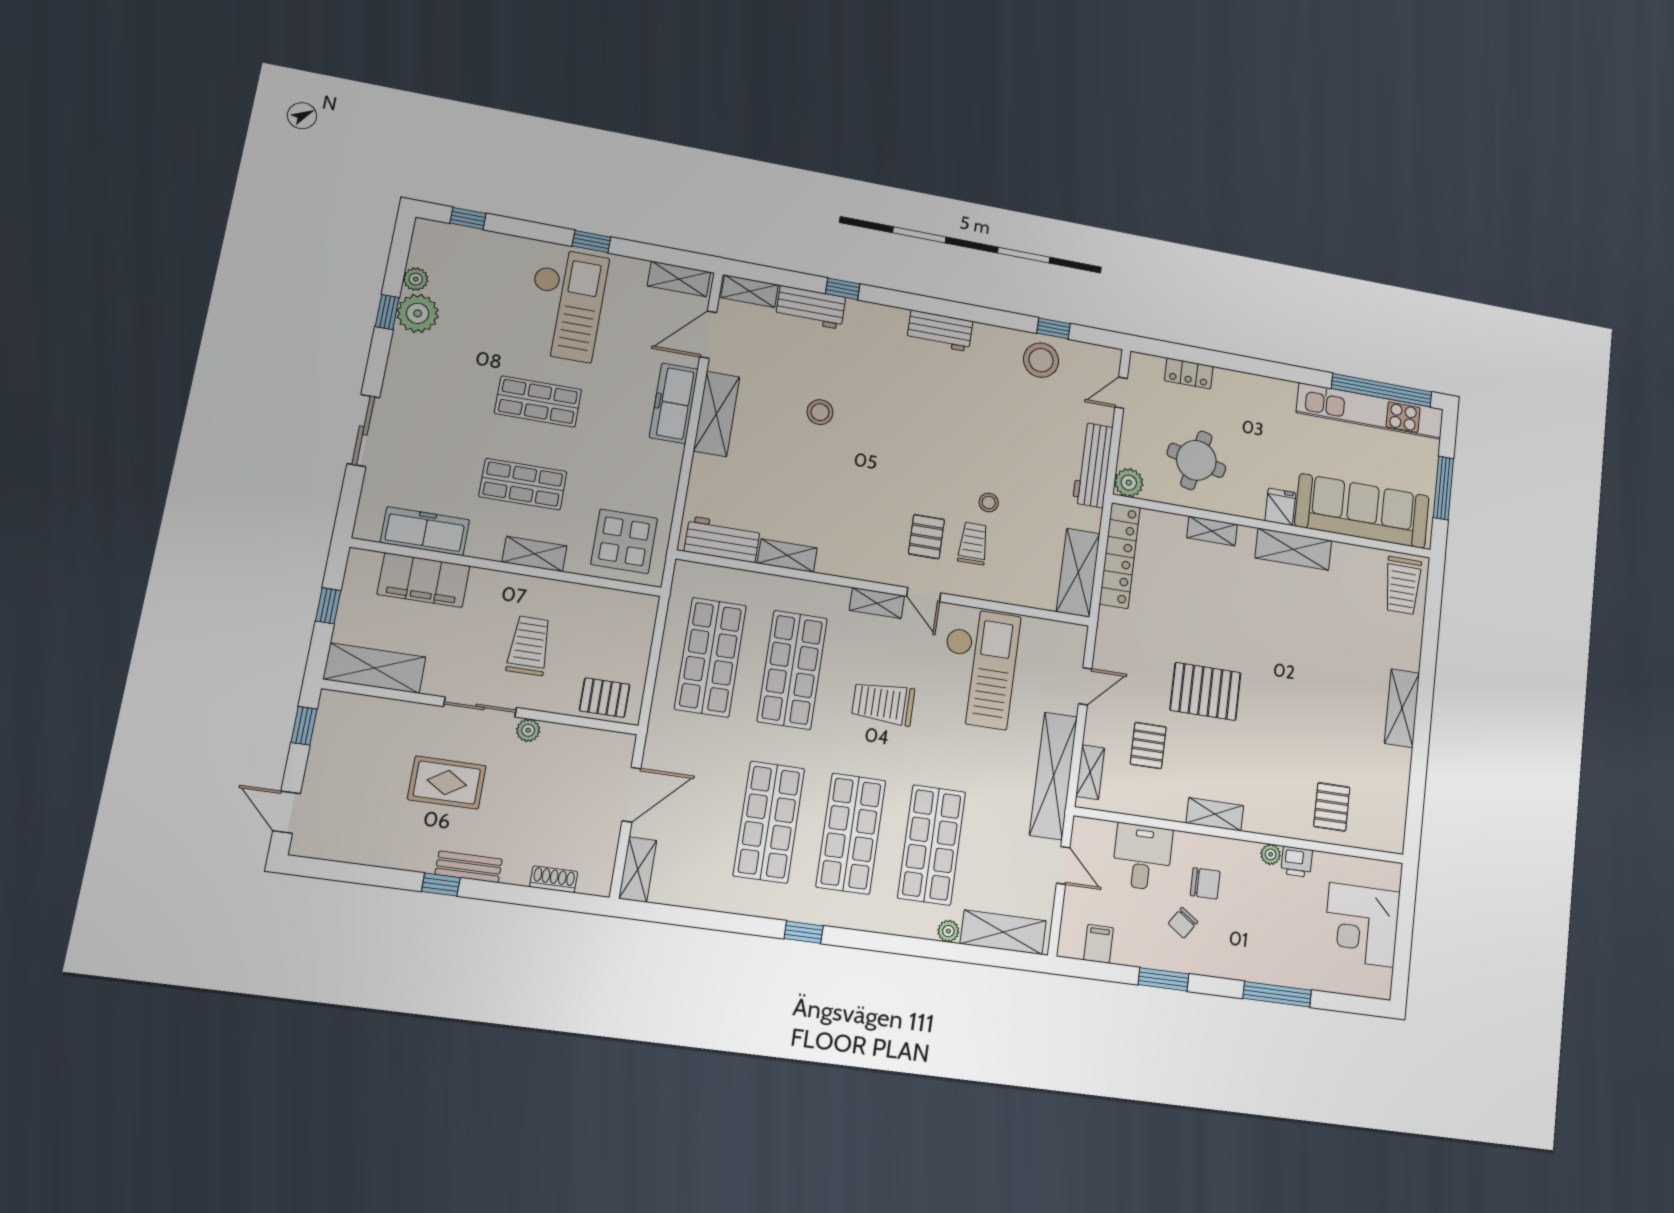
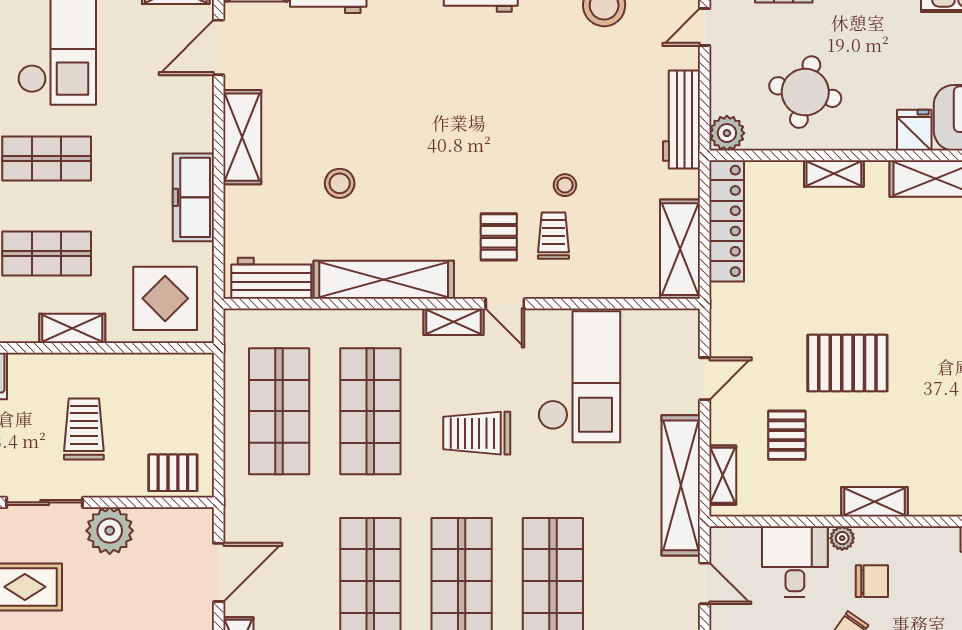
freezer: (674, 403) -> (193, 197), moved
stool: (820, 412) -> (340, 183), moved
shelving: (787, 556) -> (384, 280), width x2.20, depth x1.33
plant: (528, 730) -> (110, 531), width x1.87, depth x1.87
plant: (1271, 854) -> (842, 538), moved

